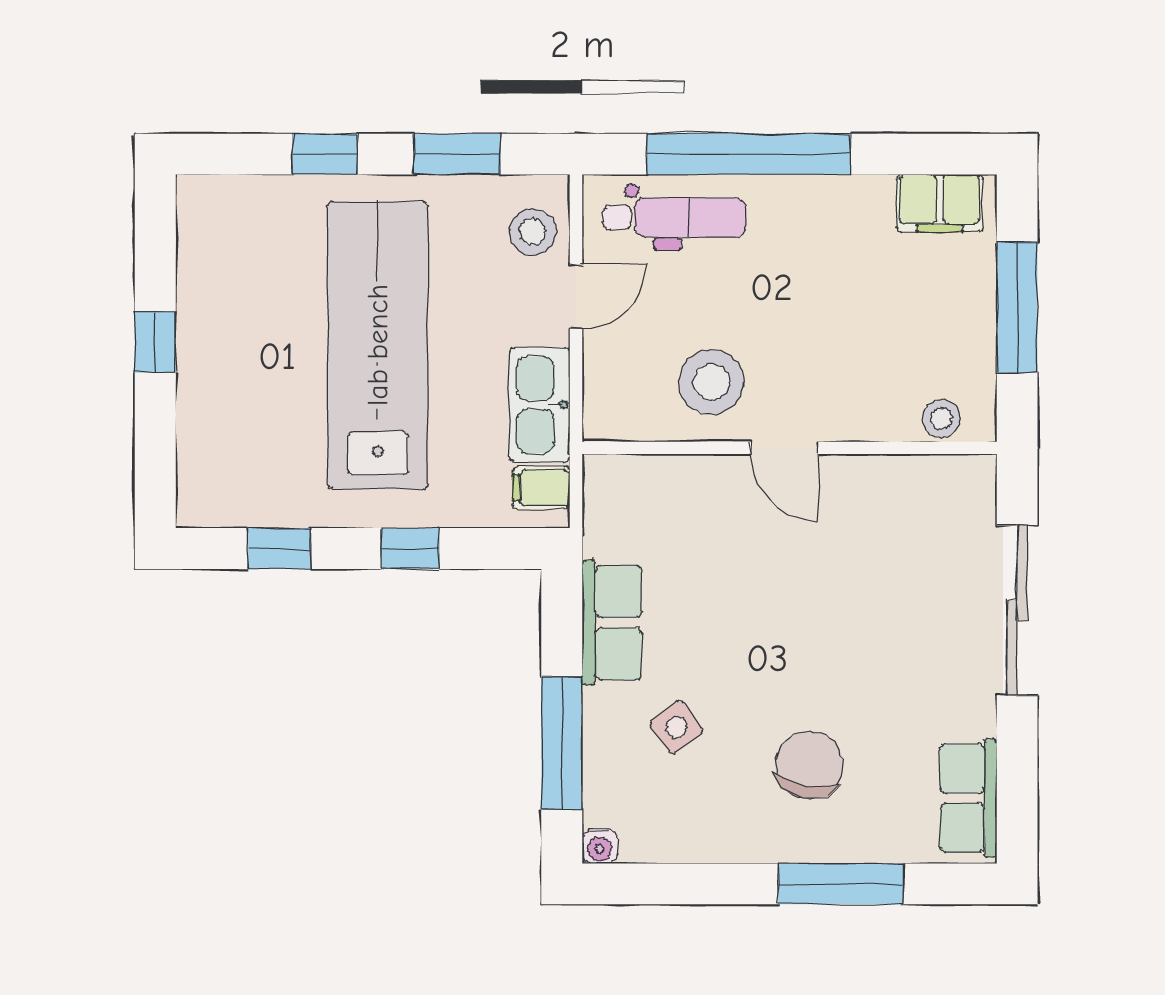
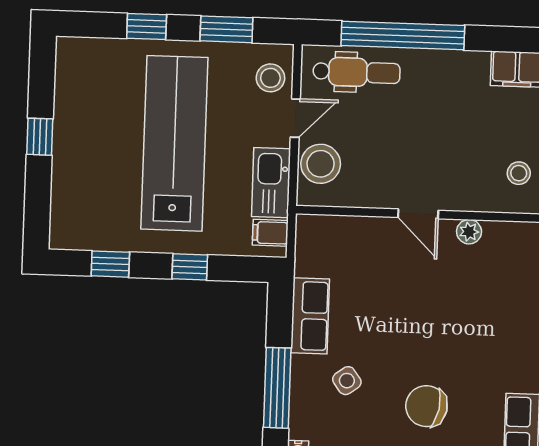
stool: (711, 382) -> (321, 164), moved
stool: (941, 419) -> (519, 173), moved
plant: (869, 474) -> (469, 232), added
chair: (809, 765) -> (426, 406), turned -89

